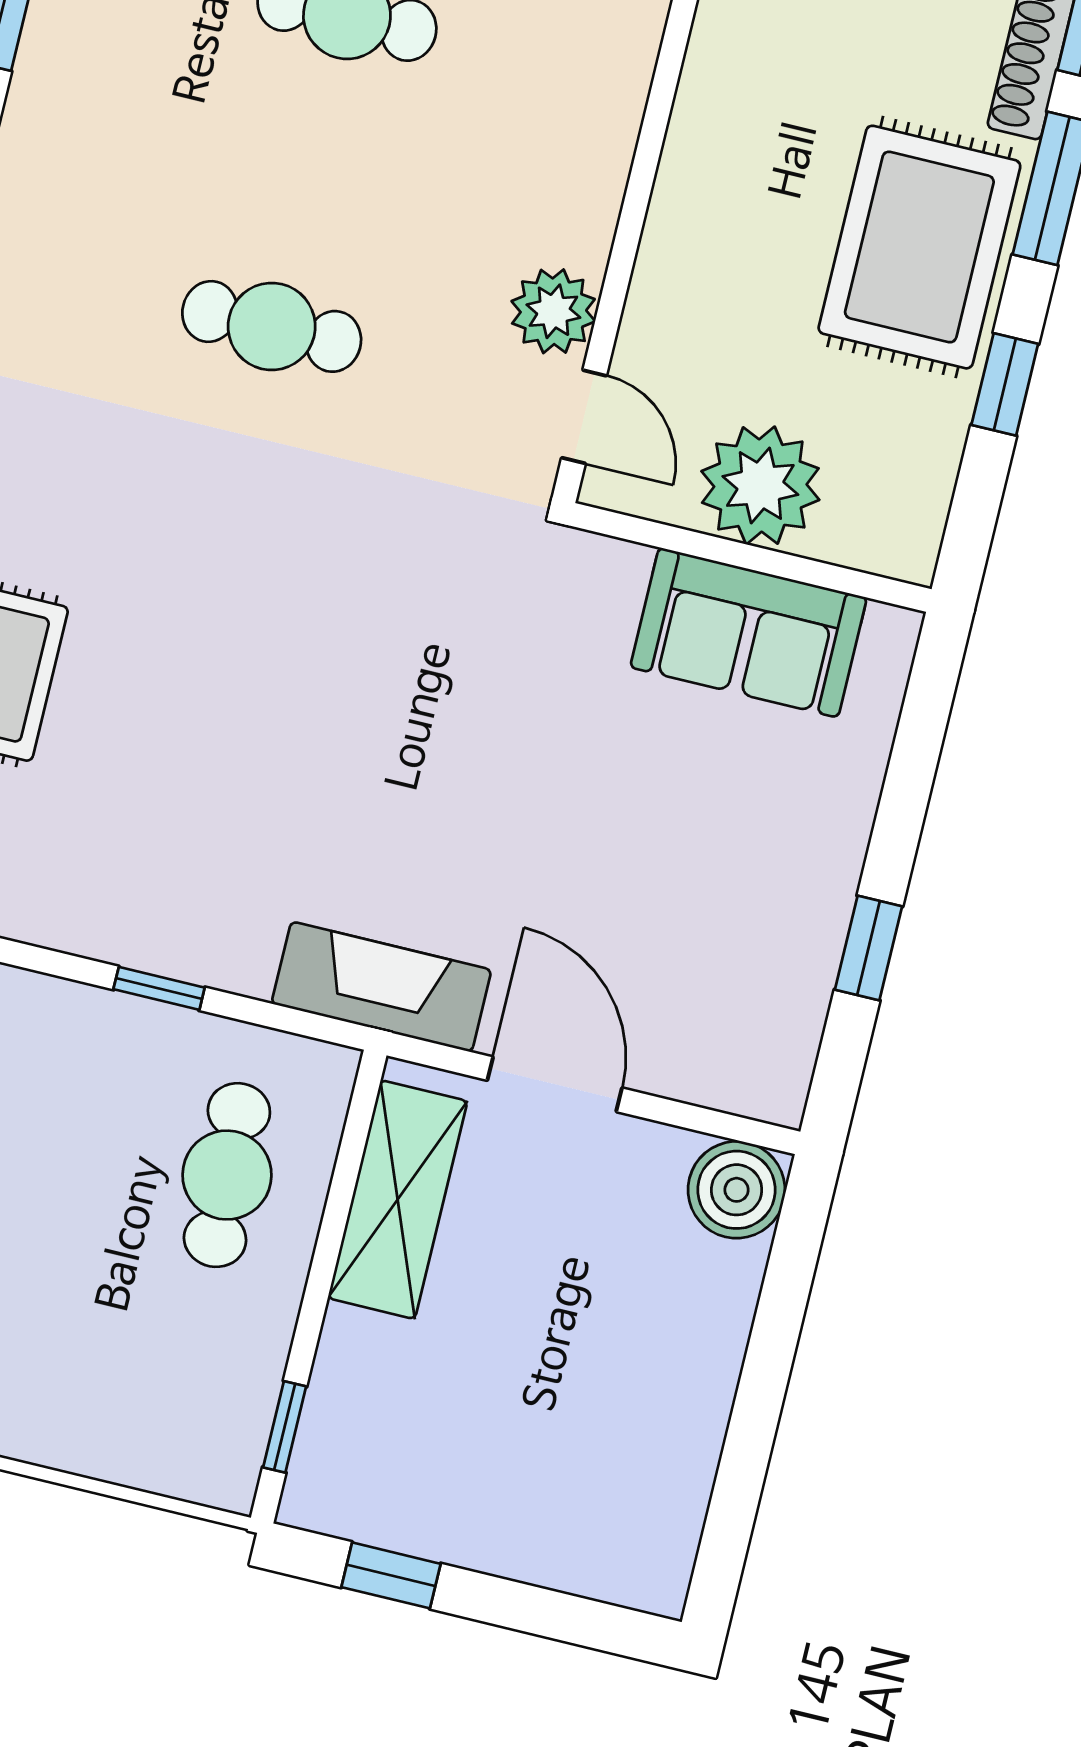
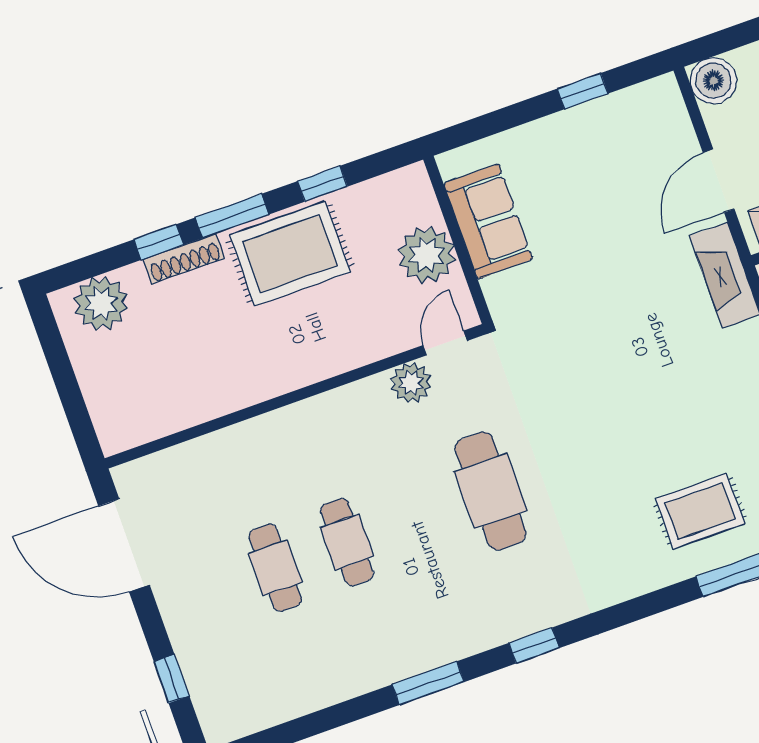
cafe table: (272, 326) -> (491, 491), width x1.37, depth x1.35

